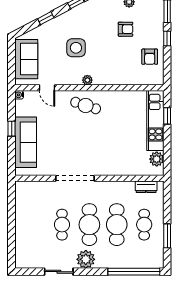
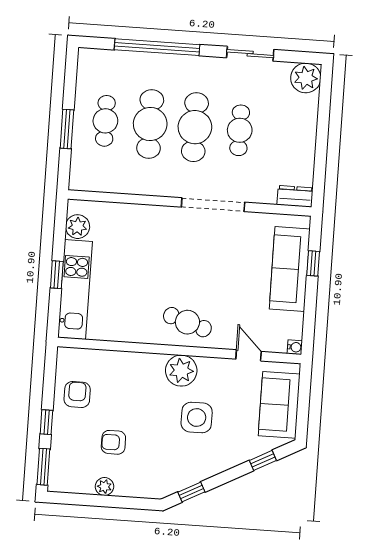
window: (46, 18) -> (263, 460), moved
plant: (87, 80) -> (181, 371), width x1.88, depth x1.88
window: (167, 116) -> (57, 275), moved
window: (12, 129) -> (313, 263), moved
dresser: (146, 187) -> (295, 196), moved
window: (167, 236) -> (67, 129), moved
plant: (86, 259) -> (306, 78), moved
window: (134, 272) -> (157, 47), moved

